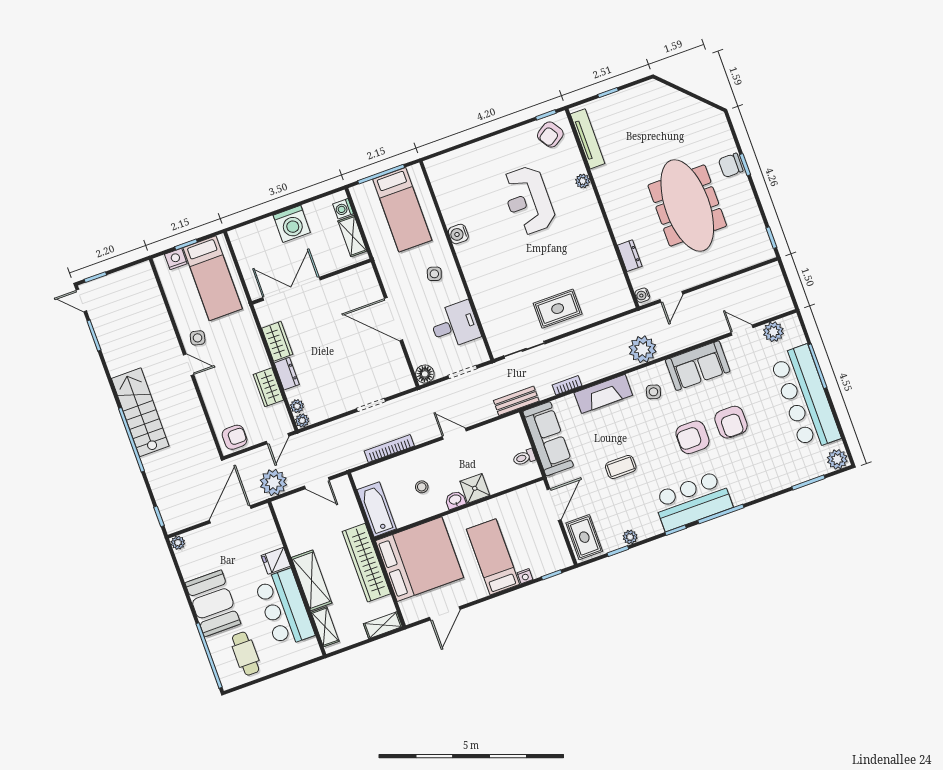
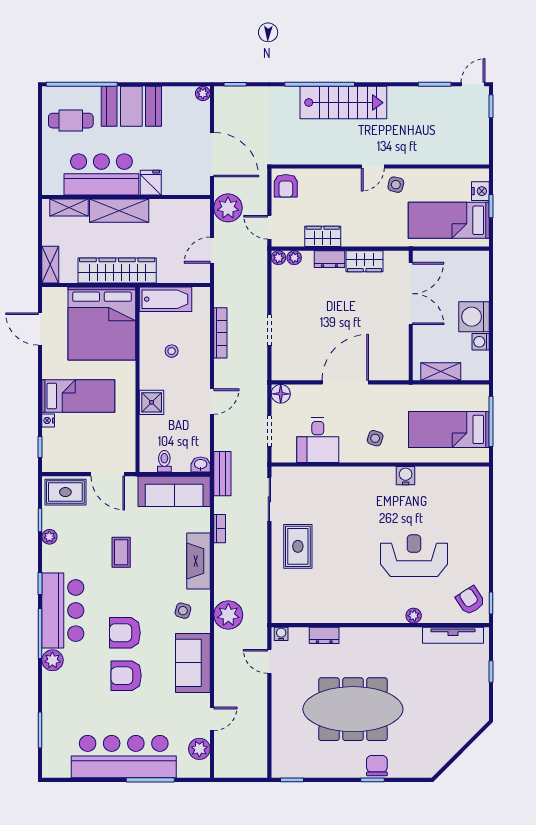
washing machine: (343, 209) -> (481, 342), moved, turned -90
armchair: (692, 437) -> (125, 633), turned -90
plant: (837, 459) -> (52, 660), moved
washbasin: (455, 500) -> (201, 465), moved, turned -90

